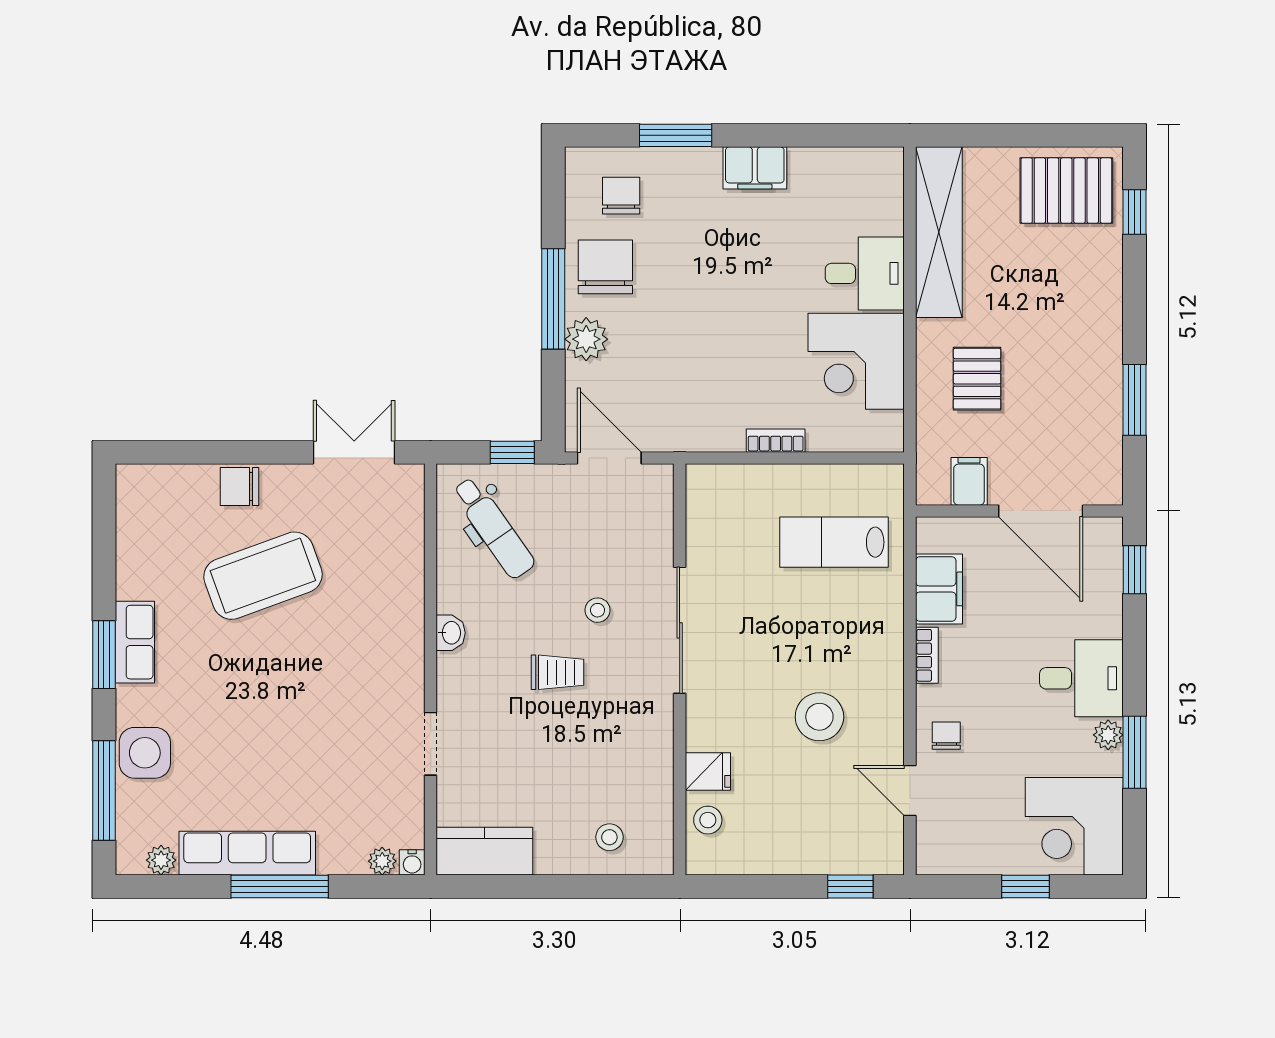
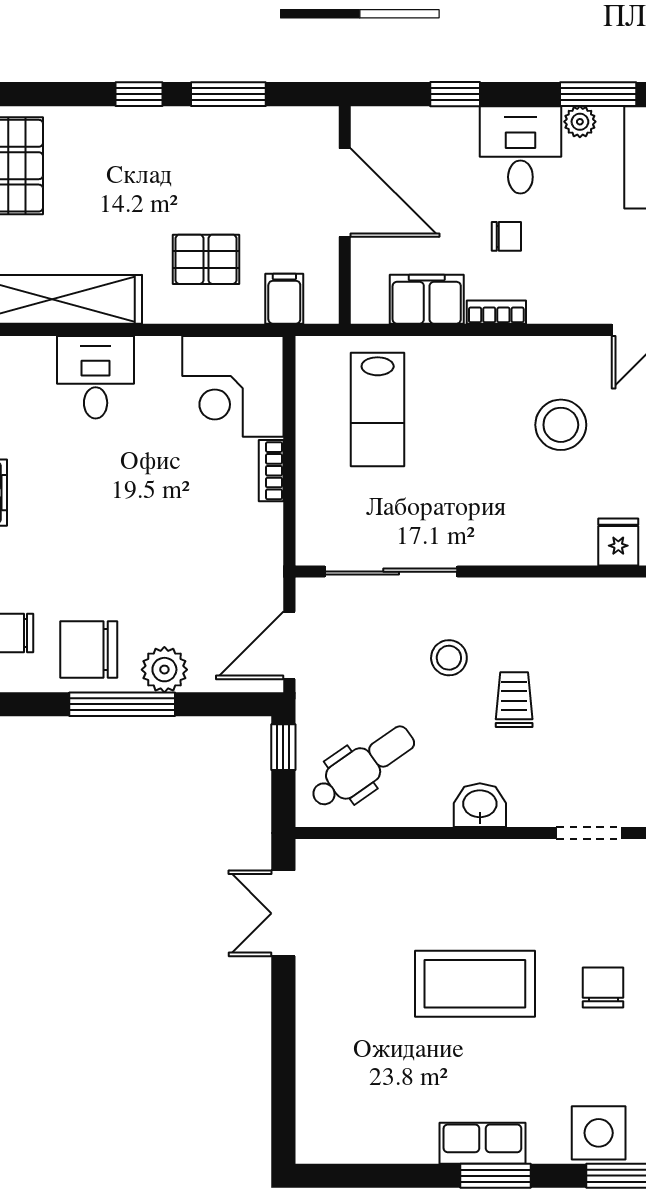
window: (1134, 212) -> (139, 94), moved
corner desk: (856, 361) -> (233, 386), moved, turned 90
filing cabinet: (969, 481) -> (284, 299), moved, turned 90
chair: (240, 486) -> (603, 987), moved, turned 180
door: (1041, 511) -> (345, 193), hinge flipped
window: (1134, 570) -> (455, 94), moved
coffee table: (263, 576) -> (475, 984), moved, turned -70
stool: (598, 610) -> (449, 658), width x1.37, depth x1.37
sliding door: (680, 630) -> (391, 572), moved
washbasin: (451, 633) -> (480, 805), width x1.38, depth x1.45
chair: (946, 736) -> (506, 236), moved, turned 180

